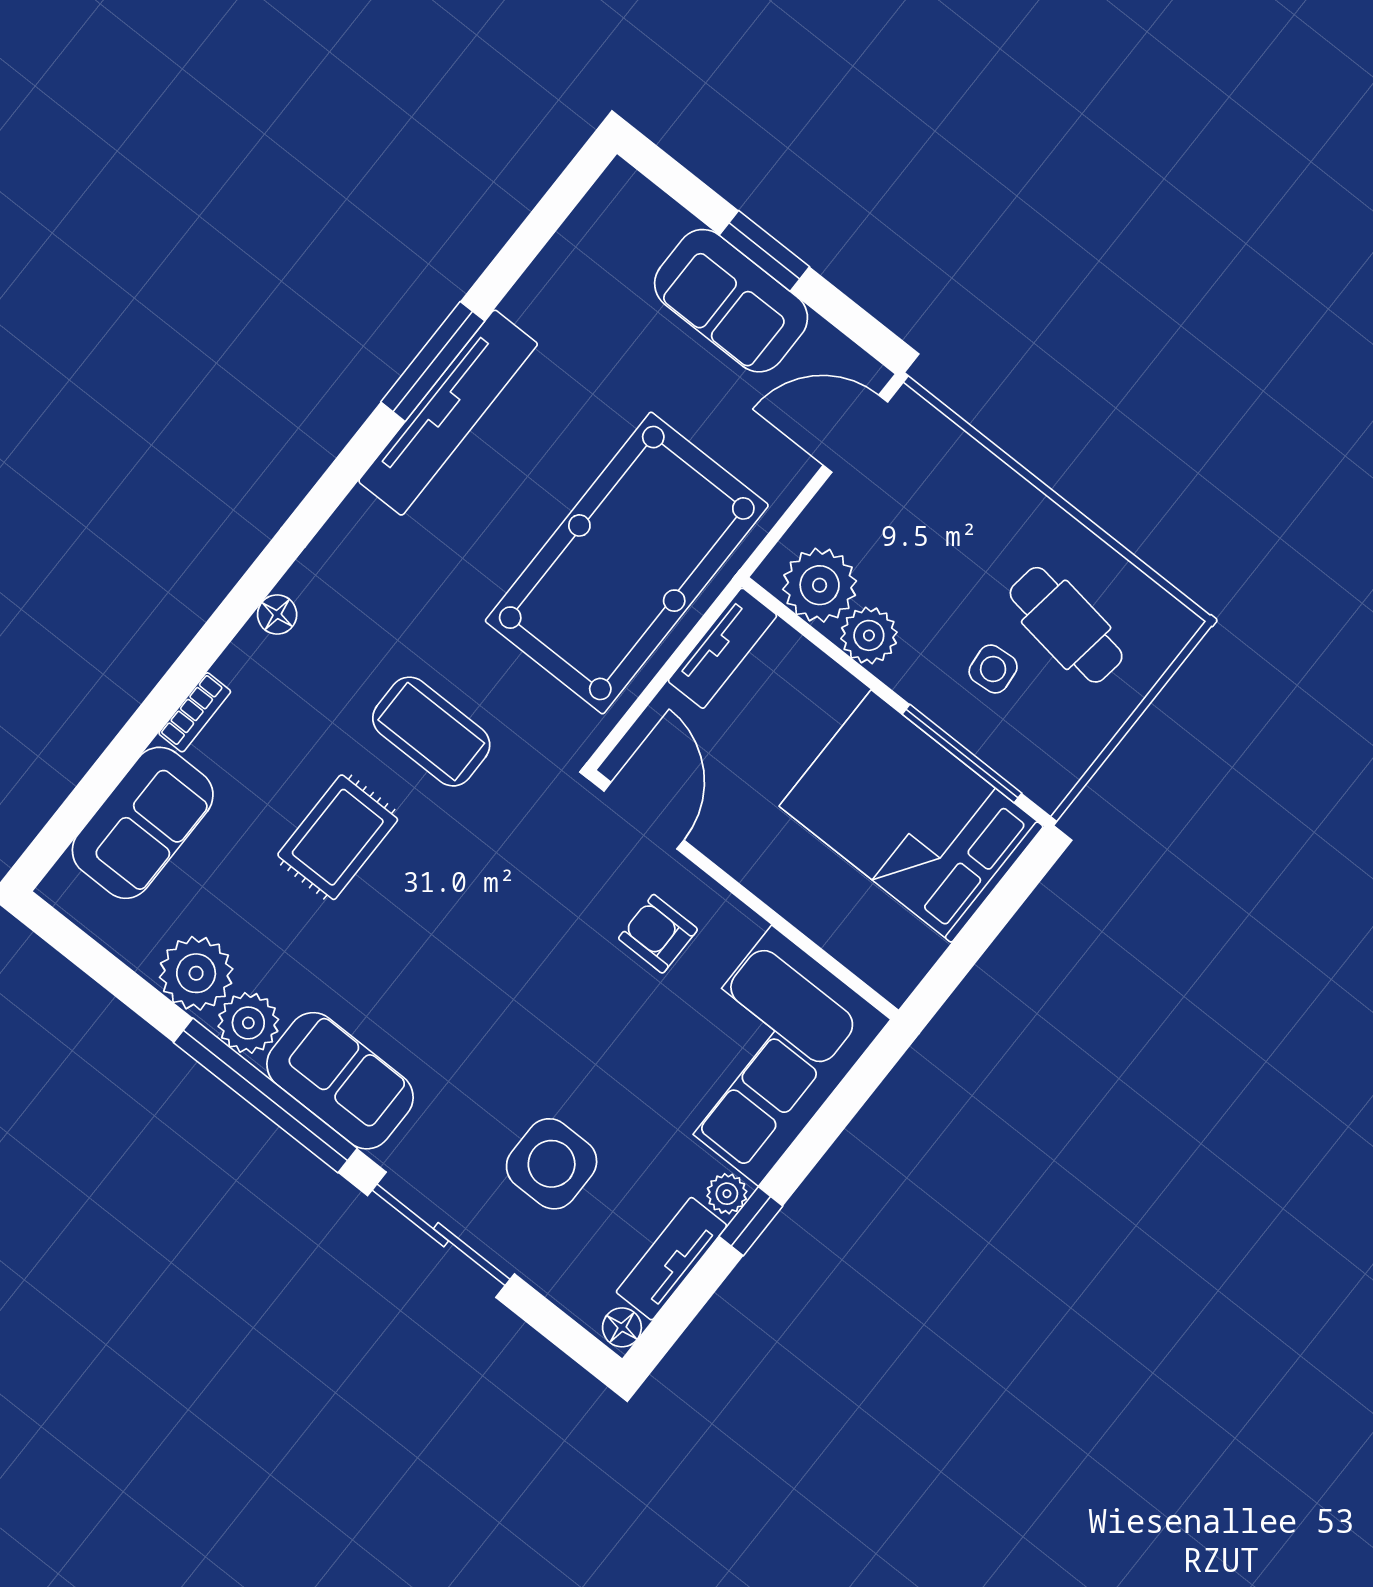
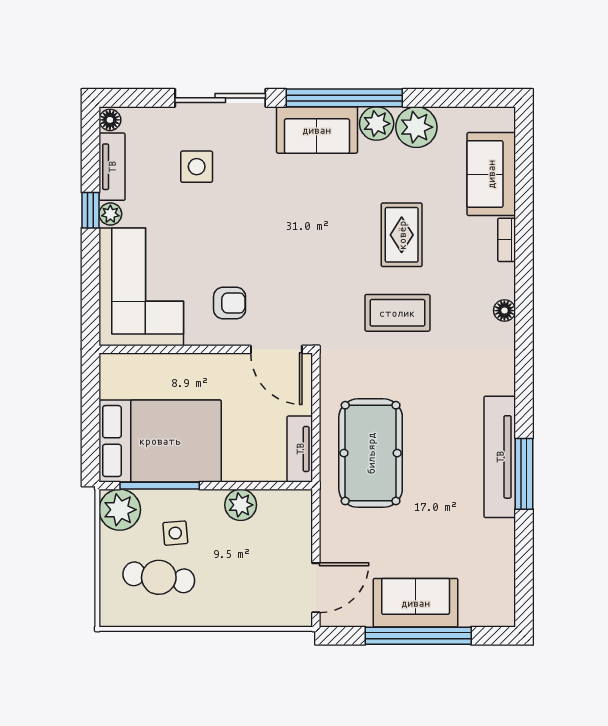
window: (764, 251) -> (418, 636), width x2.11
pool table: (627, 563) -> (371, 453), width x0.73, depth x0.76
plant: (820, 585) -> (120, 510), moved
side table: (552, 1164) -> (197, 167), width x0.73, depth x0.73

